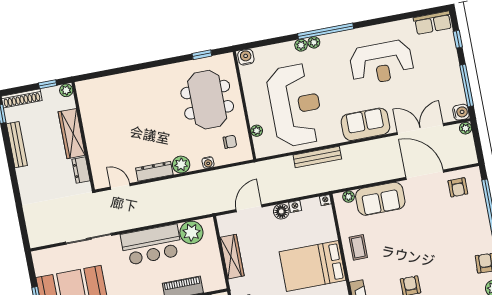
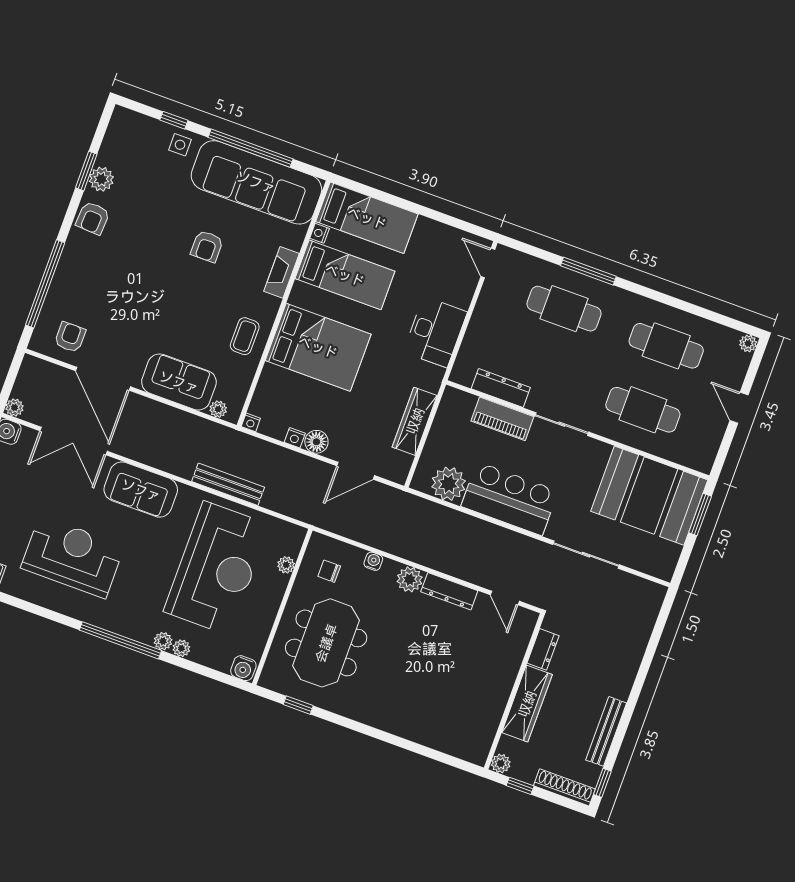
plant: (314, 42) -> (181, 648), moved
reception desk: (295, 105) -> (217, 568), turned 180

